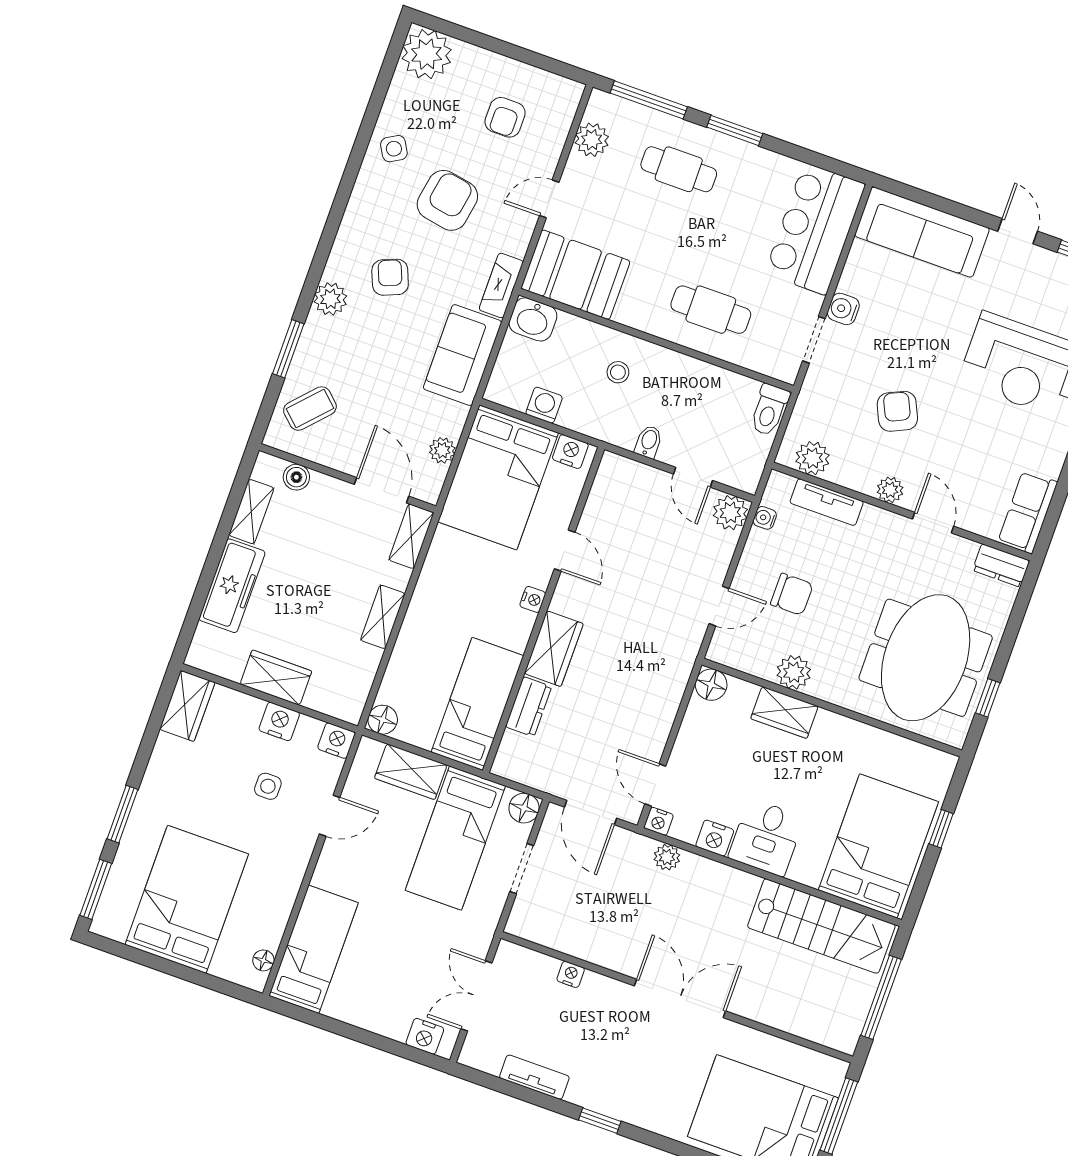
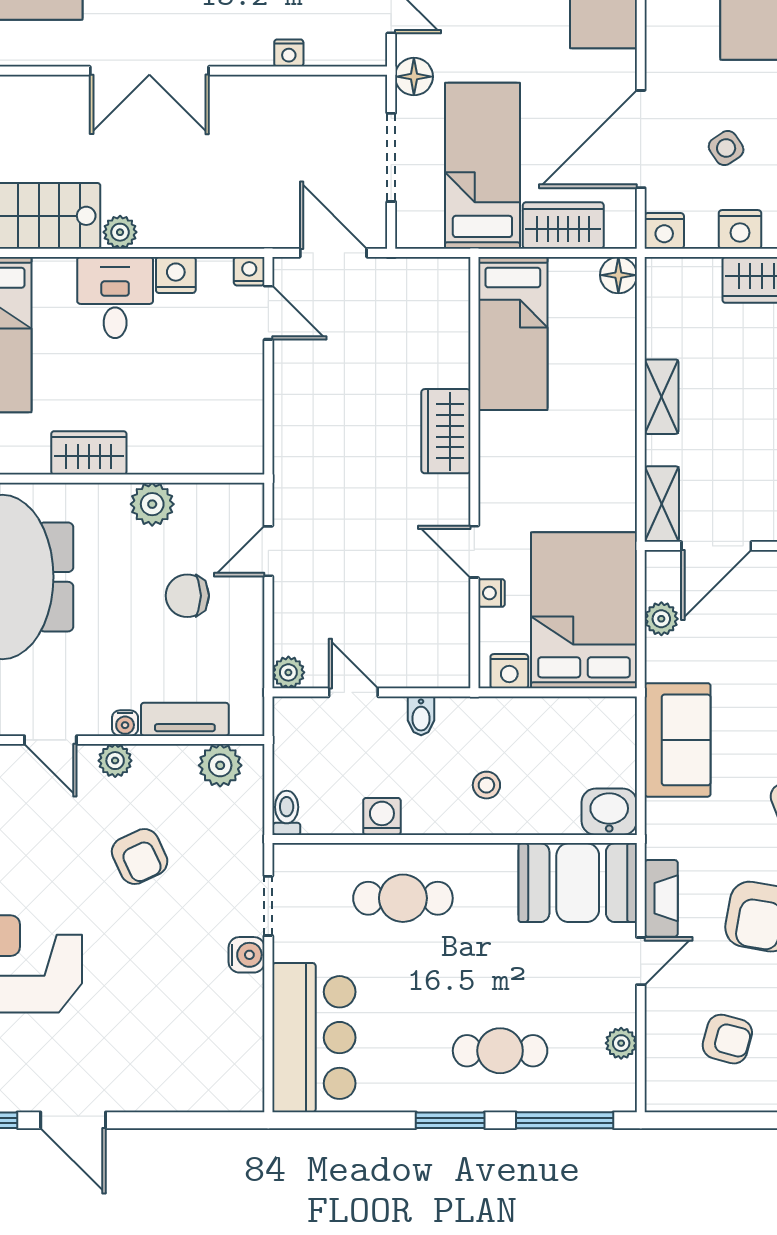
armchair: (505, 117) -> (727, 1039), turned 105
plant: (592, 140) -> (621, 1043), width x0.73, depth x0.73
door: (1018, 231) -> (73, 1120), width x1.38
sofa: (922, 232) -> (186, 1079), removed
fireplace: (501, 286) -> (661, 898), moved
washing machine: (544, 405) -> (382, 816), moved, turned 180
toilet: (769, 410) -> (287, 813), width x0.73, depth x0.72
door: (382, 490) -> (716, 546), hinge flipped
plant: (730, 513) -> (288, 672), width x0.73, depth x0.73
water cooler: (765, 518) -> (125, 723), moved, turned 90
nightstand: (533, 599) -> (492, 593), moved
floor lamp: (711, 685) -> (245, 455), removed
dresser: (529, 707) -> (451, 352), removed
wardrobe: (784, 712) -> (89, 453), moved
side table: (268, 786) -> (726, 148), turned -34
floor lamp: (524, 808) -> (414, 77), moved
door: (330, 816) -> (641, 139), width x1.88
plant: (667, 857) -> (120, 232), moved
doorway: (522, 869) -> (391, 157), width x1.38

